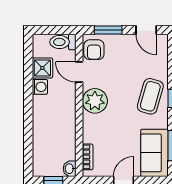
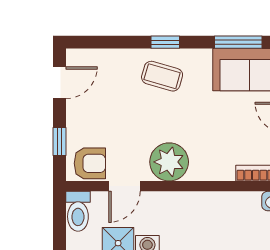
window: (108, 30) -> (59, 142), width x0.67
coffee table: (150, 96) -> (162, 76), width x0.73, depth x0.77

